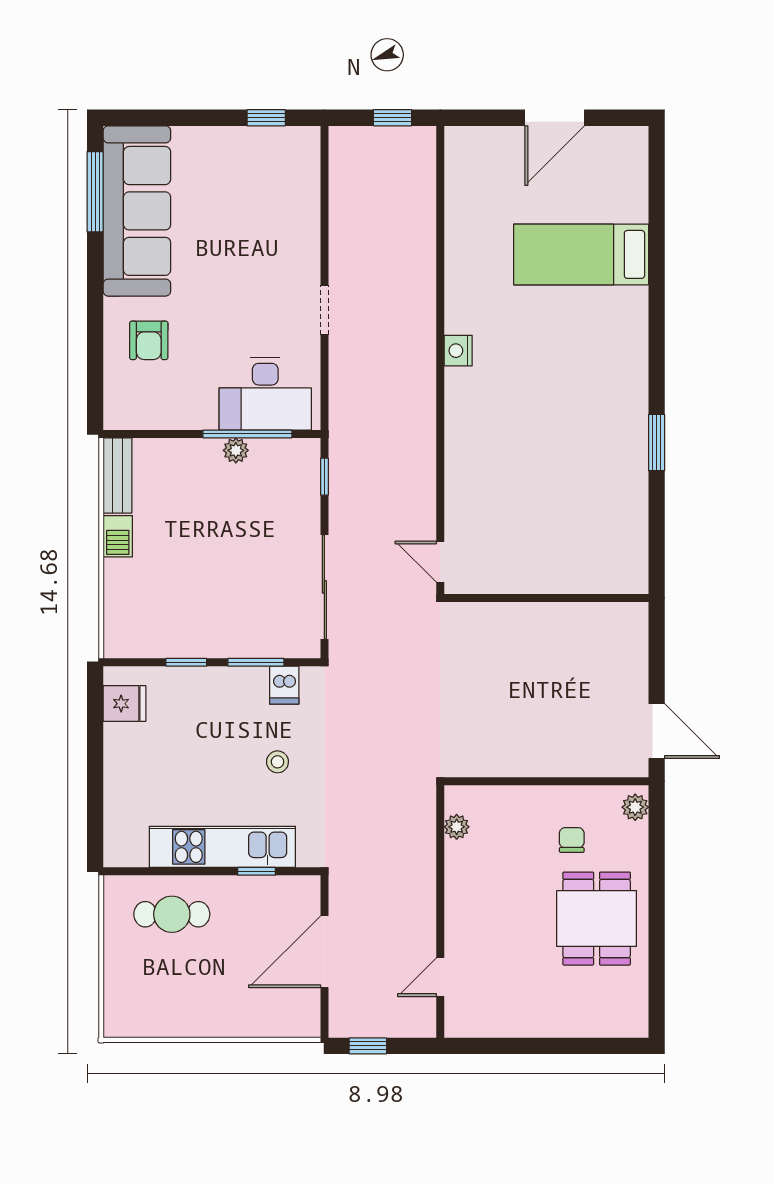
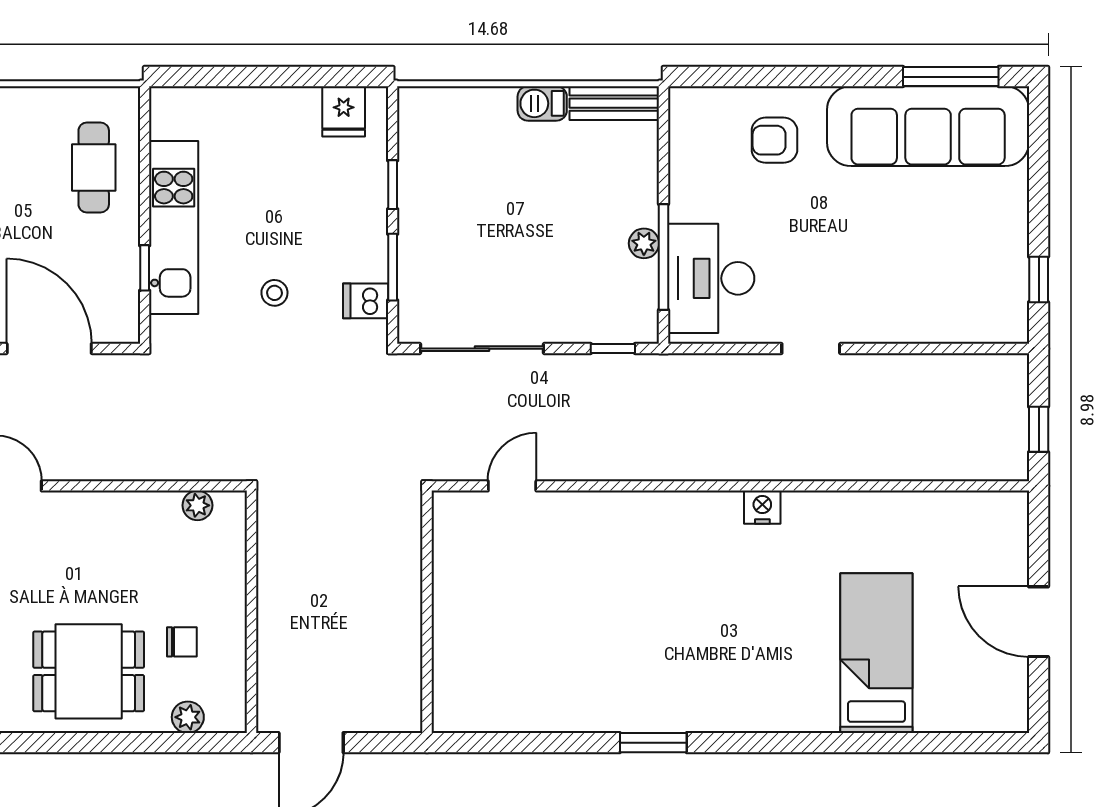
wall: (546, 598) -> (427, 612), moved
plant: (635, 807) -> (188, 717), moved

